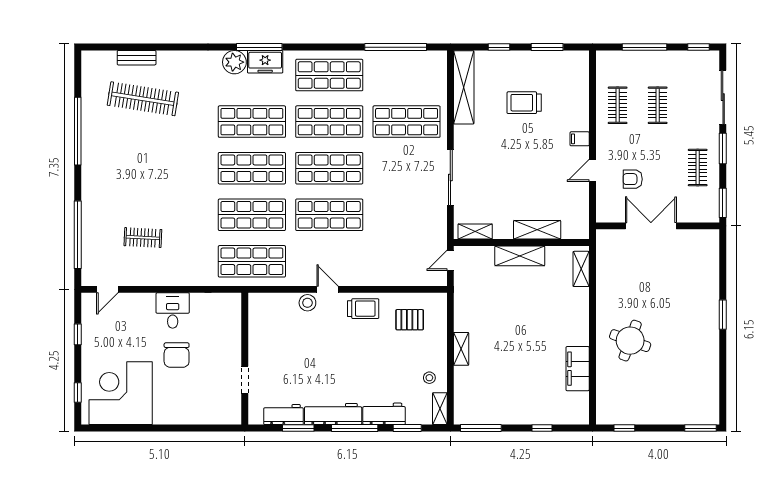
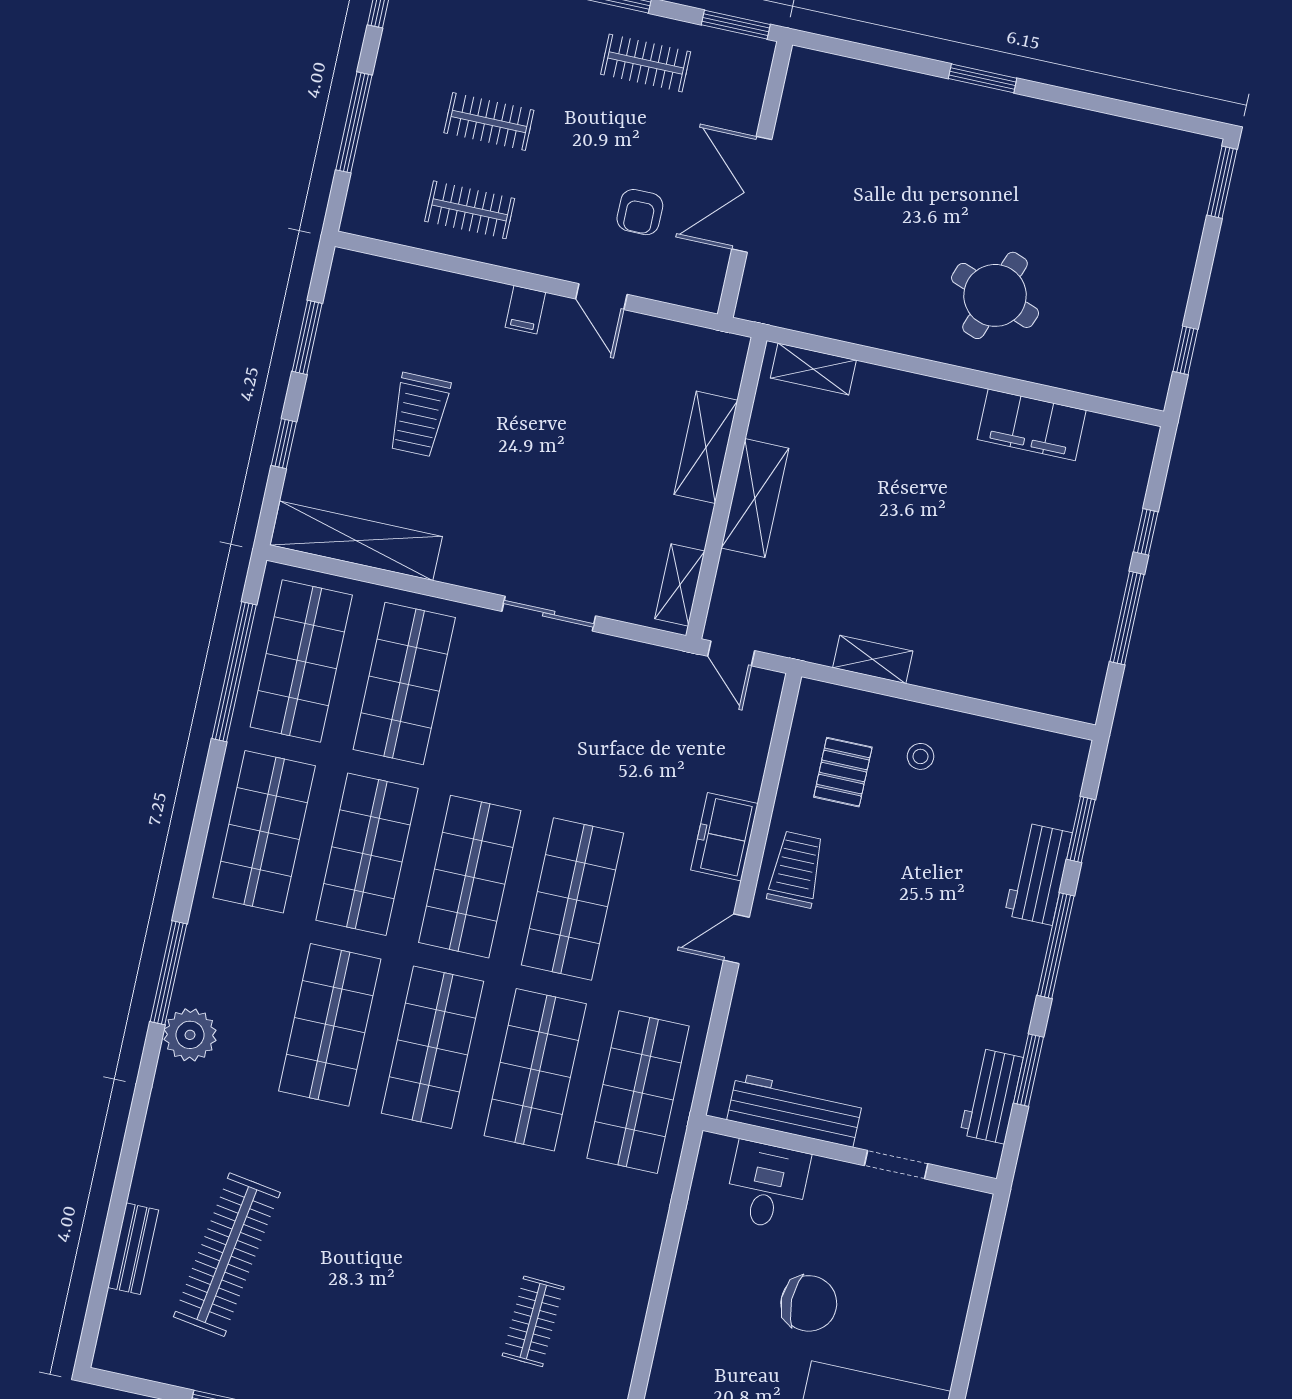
freezer: (265, 62) -> (724, 837), moved, turned 180
shop shelf: (407, 75) -> (301, 661), added
sliding door: (450, 178) -> (549, 614), width x0.73
stool: (307, 303) -> (756, 989), removed
desk: (173, 310) -> (767, 1186), moved, turned 90
shelving: (461, 349) -> (873, 659), moved
stool: (429, 378) -> (921, 756), moved
shelving: (440, 409) -> (1054, 748), removed
workbench: (333, 414) -> (795, 1110), moved, turned 90
window: (481, 428) -> (1127, 618), moved

